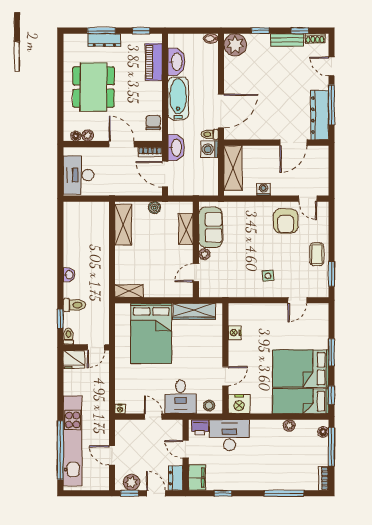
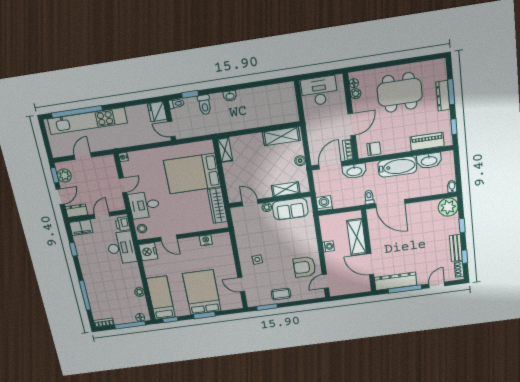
washing machine: (209, 149) -> (324, 203), moved
shelving: (233, 168) -> (357, 237), moved, turned 90
bed: (301, 369) -> (202, 292), moved

